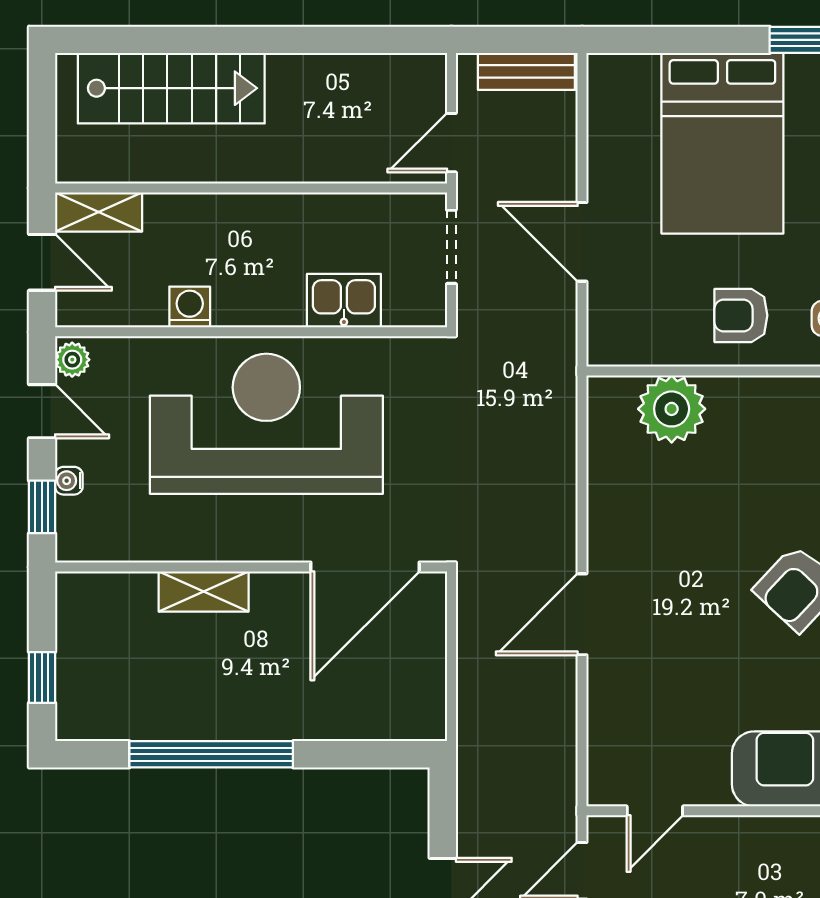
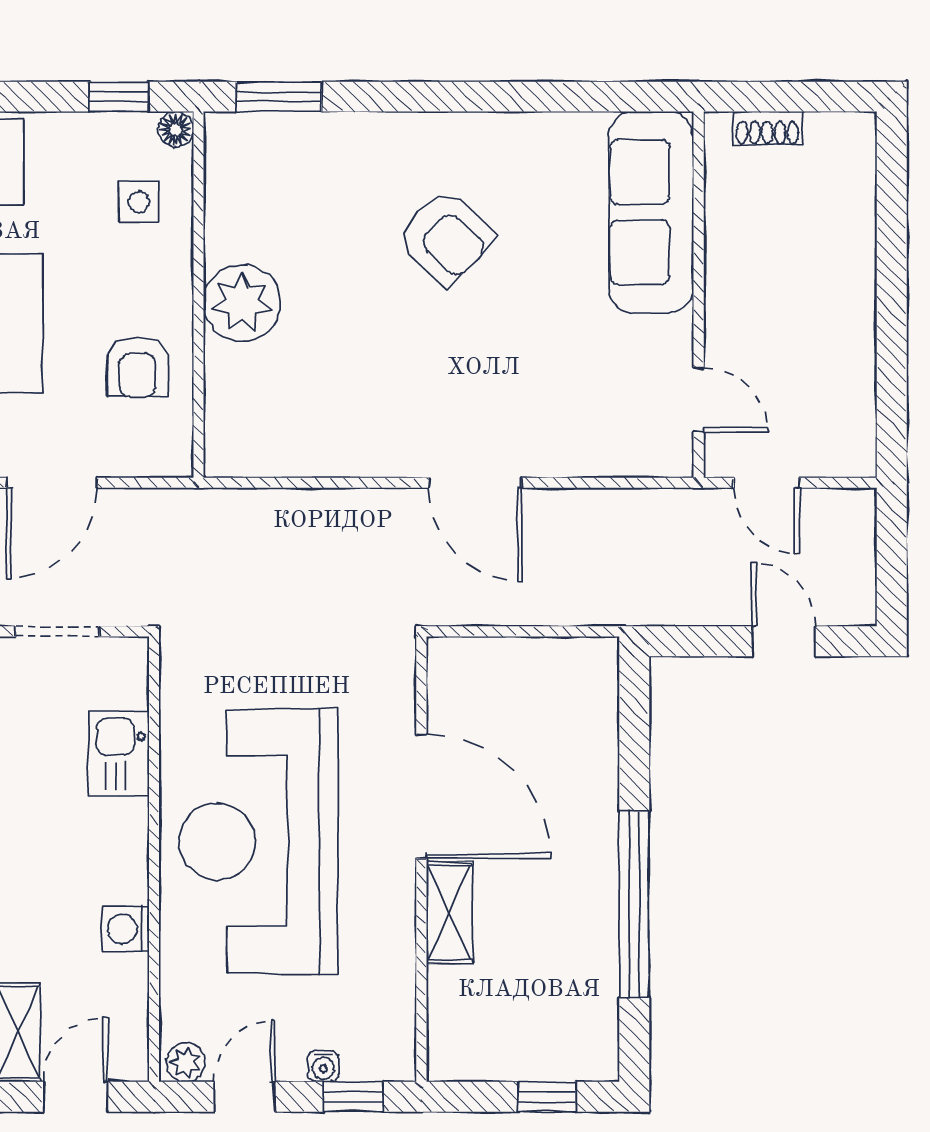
armchair: (741, 315) -> (137, 367), moved
plant: (672, 409) -> (242, 303), moved
door: (365, 567) -> (421, 796), moved

